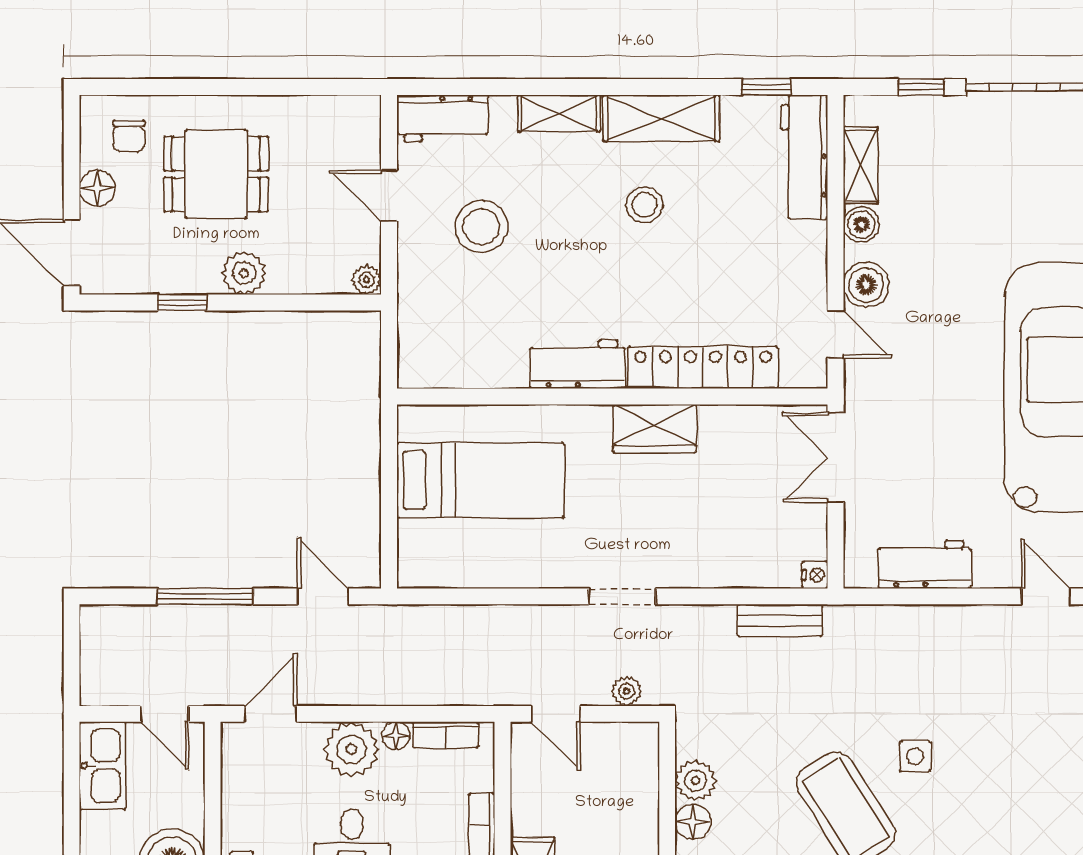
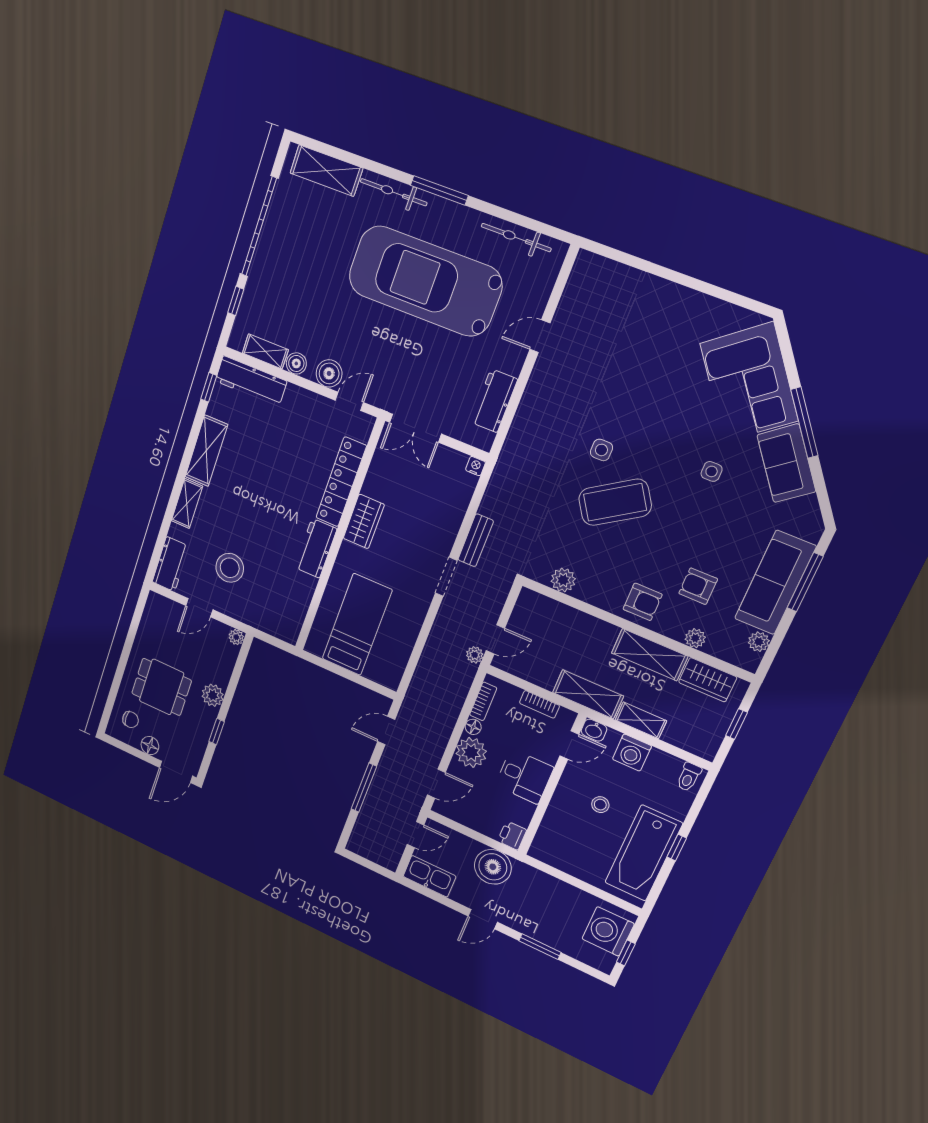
dining table: (216, 174) -> (161, 687), turned 90
stool: (644, 205) -> (247, 478), removed
bench: (780, 620) -> (476, 540), moved
plant: (627, 691) -> (475, 655), moved
door: (271, 714) -> (436, 784), swing flipped
floor lamp: (693, 822) -> (586, 591), removed

